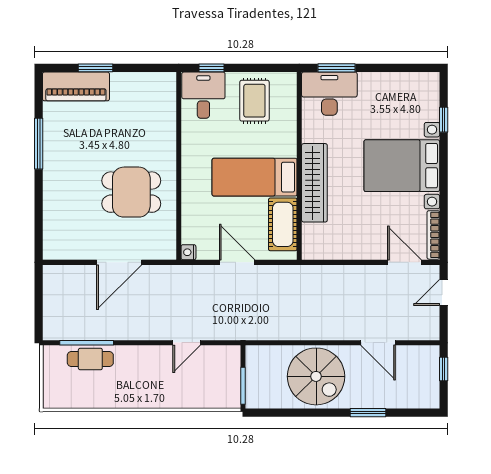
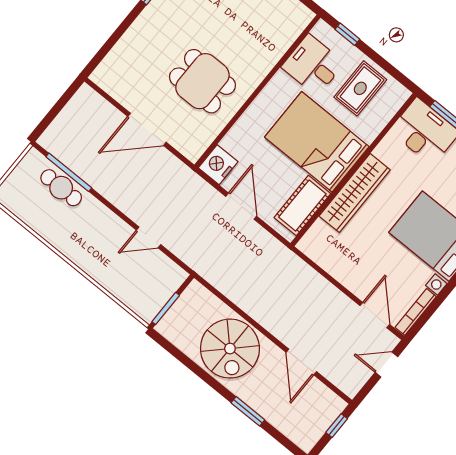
desk: (203, 95) -> (313, 65), moved, turned -90
bed: (255, 177) -> (317, 142), width x1.50
nightstand: (188, 252) -> (218, 165), width x1.89, depth x1.79

